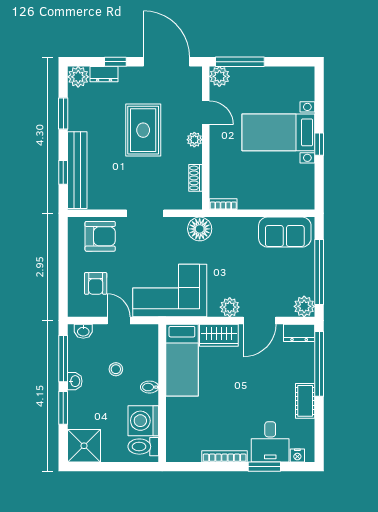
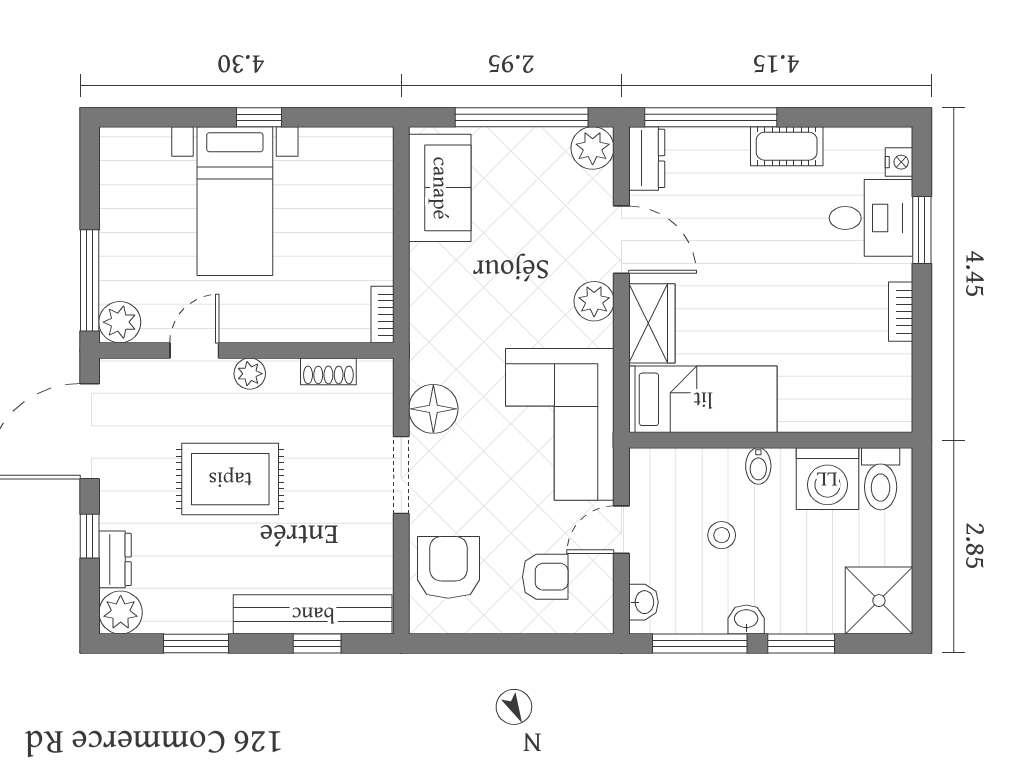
floor lamp: (200, 229) -> (433, 409), moved
bookcase: (225, 456) -> (901, 312), width x0.64

